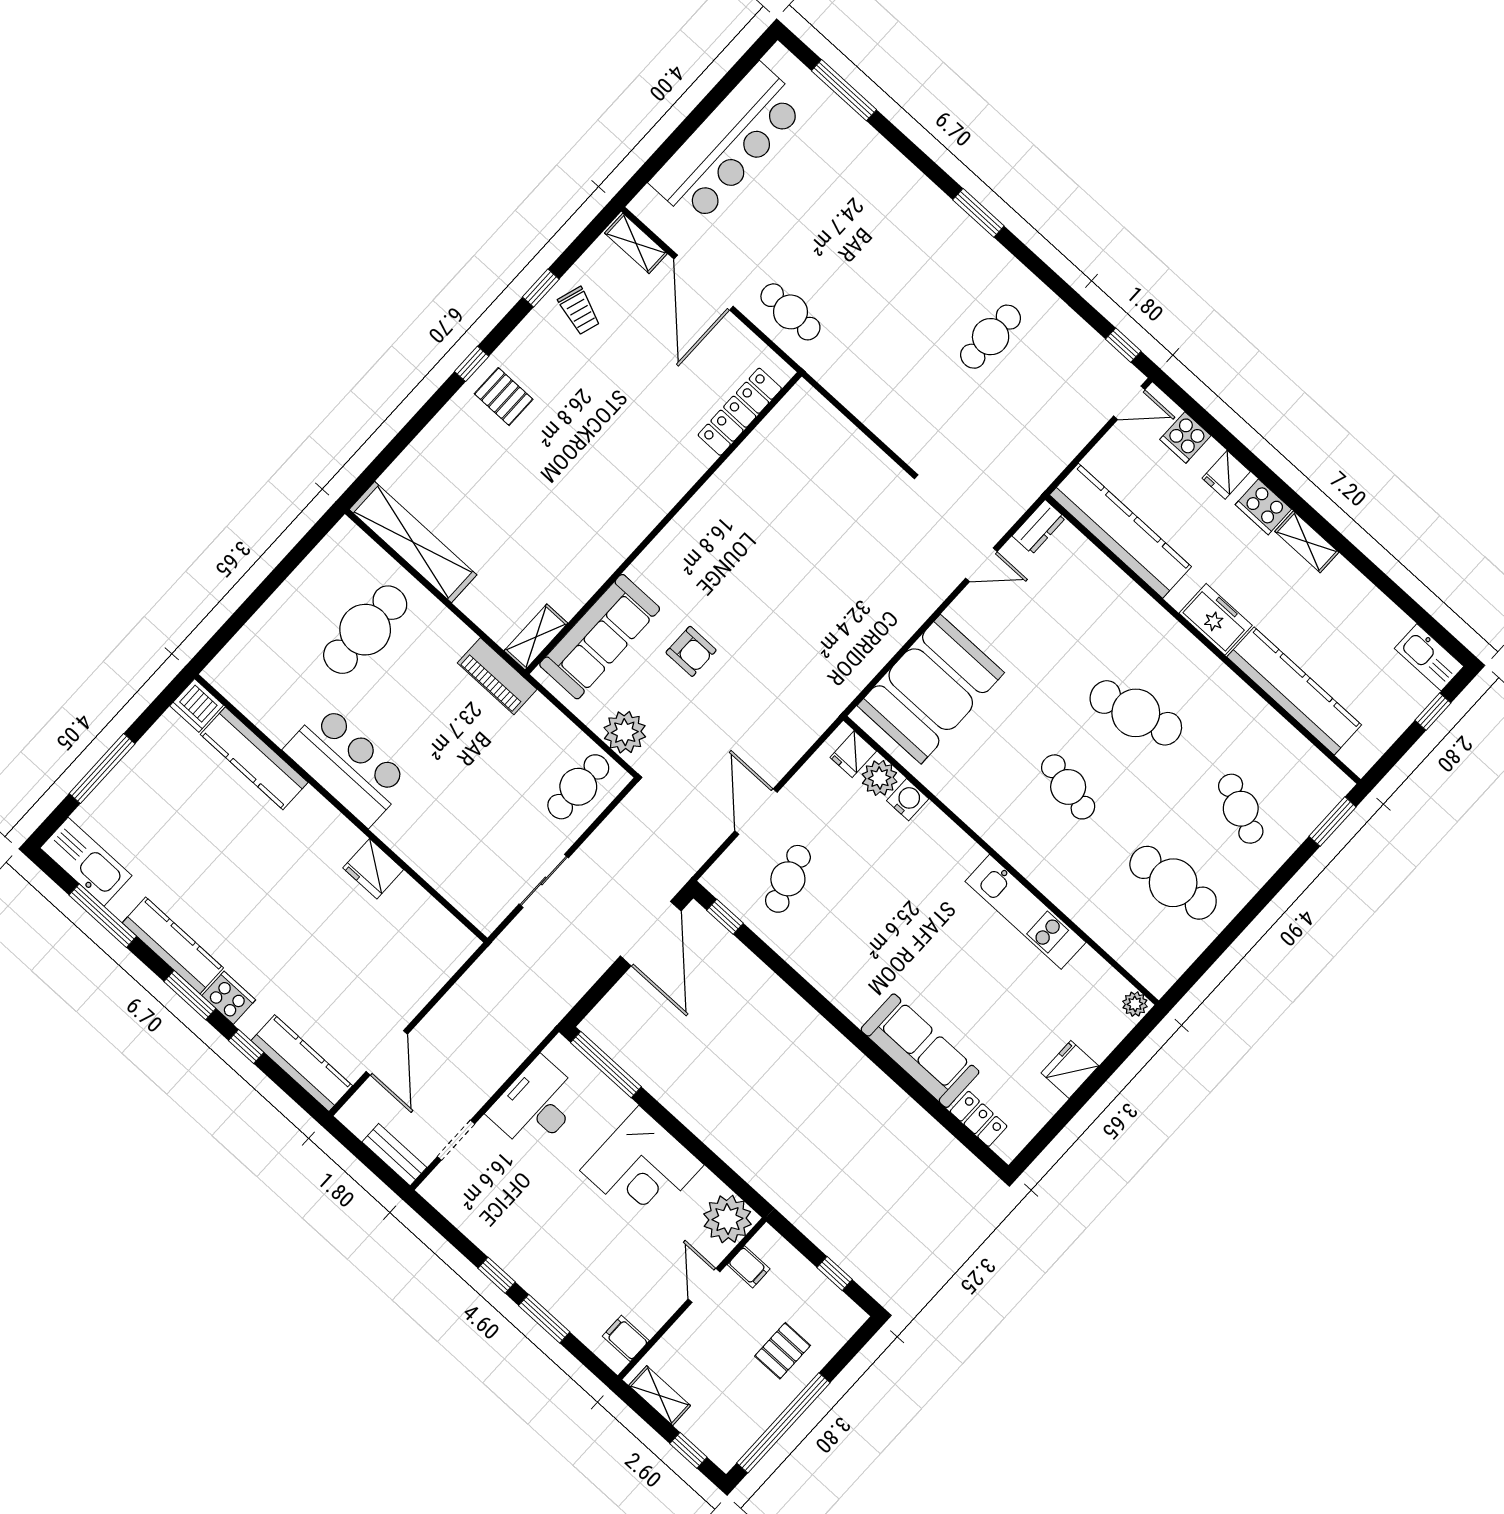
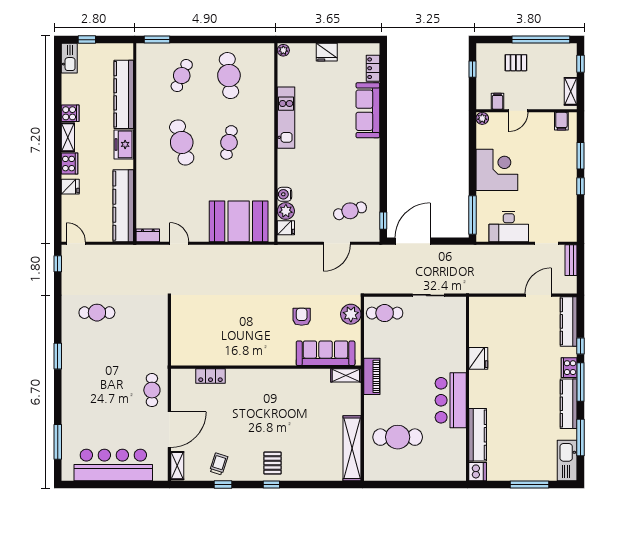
locker: (740, 412) -> (210, 376), width x0.66
cooker: (1185, 438) -> (70, 113), moved
window: (190, 995) -> (581, 382), width x1.44
plant: (727, 1219) -> (482, 118), width x0.53, depth x0.53

